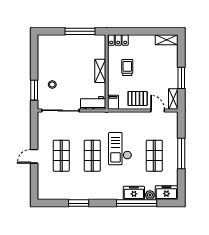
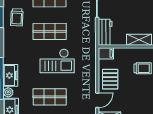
checkout: (120, 149) -> (57, 61), turned 180
trolley: (79, 187) -> (17, 17), added

